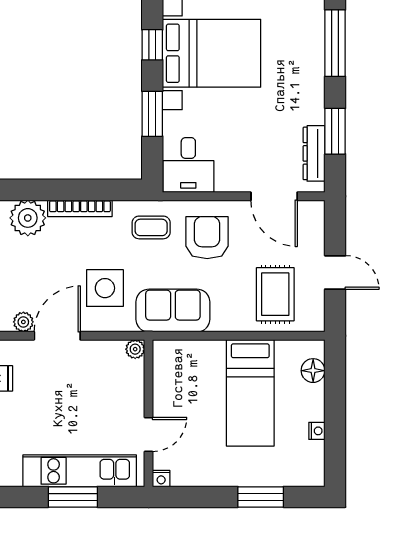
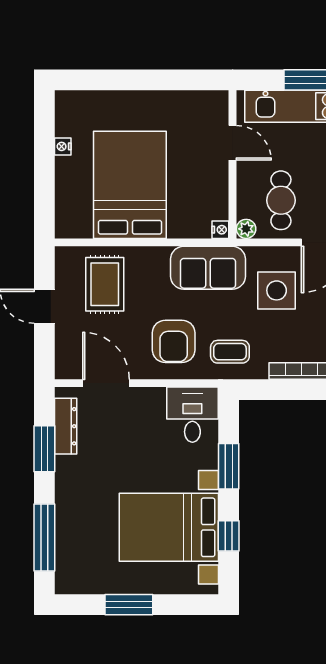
floor lamp: (313, 371) -> (67, 207), removed
cafe table: (101, 377) -> (281, 200), added
bed: (250, 393) -> (130, 185), width x1.50
door: (149, 434) -> (233, 143), swing flipped
nightstand: (161, 479) -> (220, 230), moved, turned 90
window: (261, 497) -> (120, 80), removed

